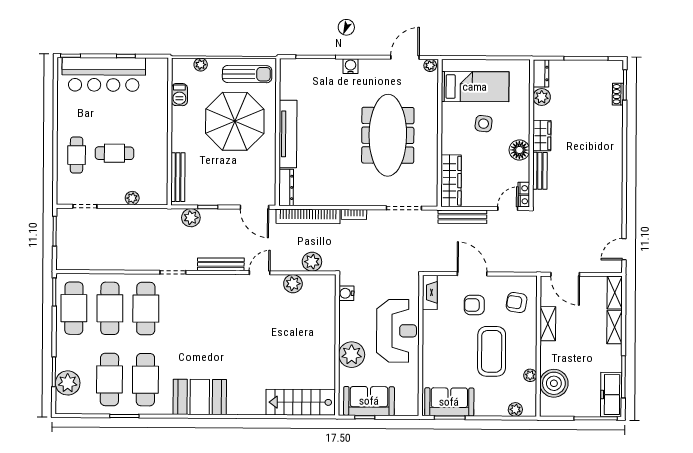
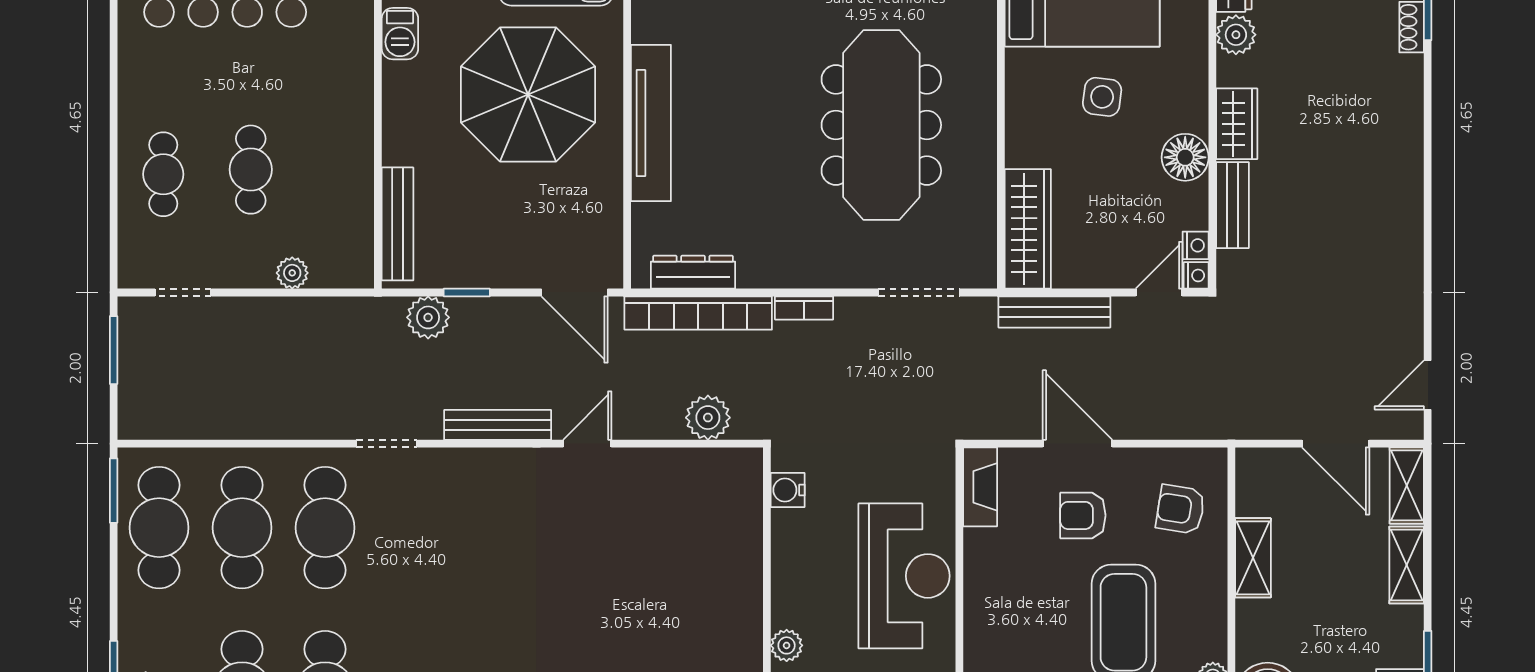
cafe table: (114, 153) -> (251, 170), turned 90
dresser: (286, 187) -> (693, 272), moved, turned -90
door: (565, 274) -> (1336, 444), moved
plant: (293, 284) -> (664, 469), removed
plant: (352, 355) -> (787, 645), width x0.53, depth x0.53

